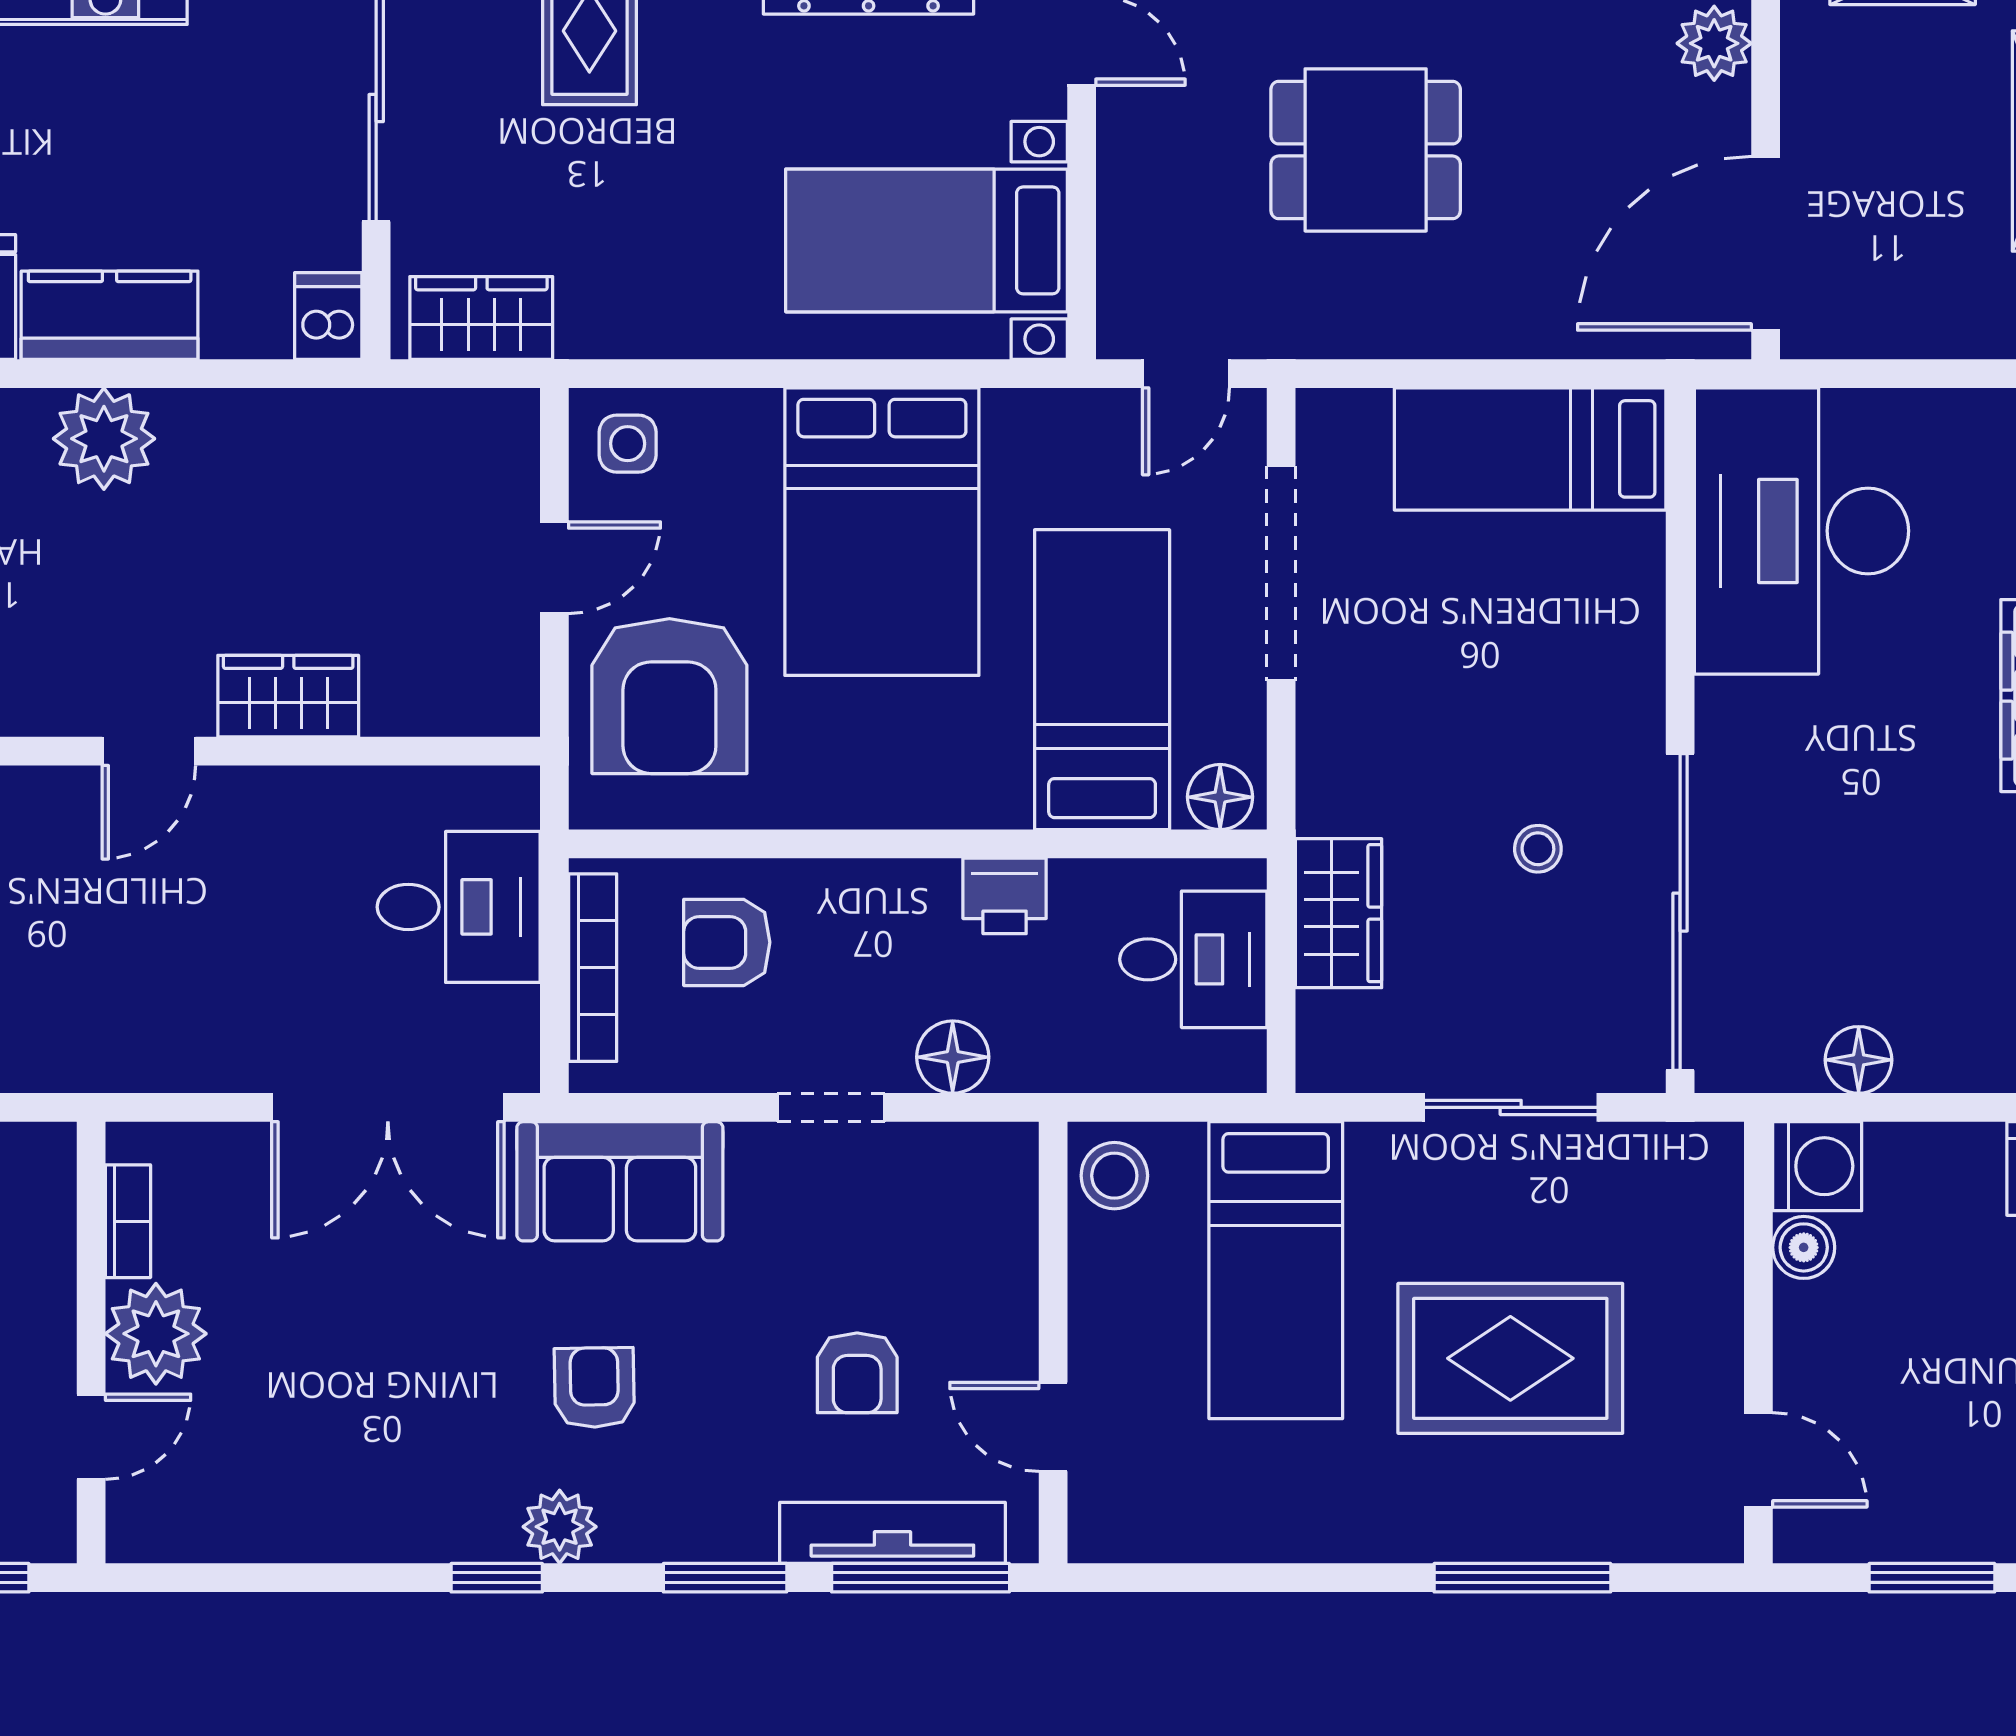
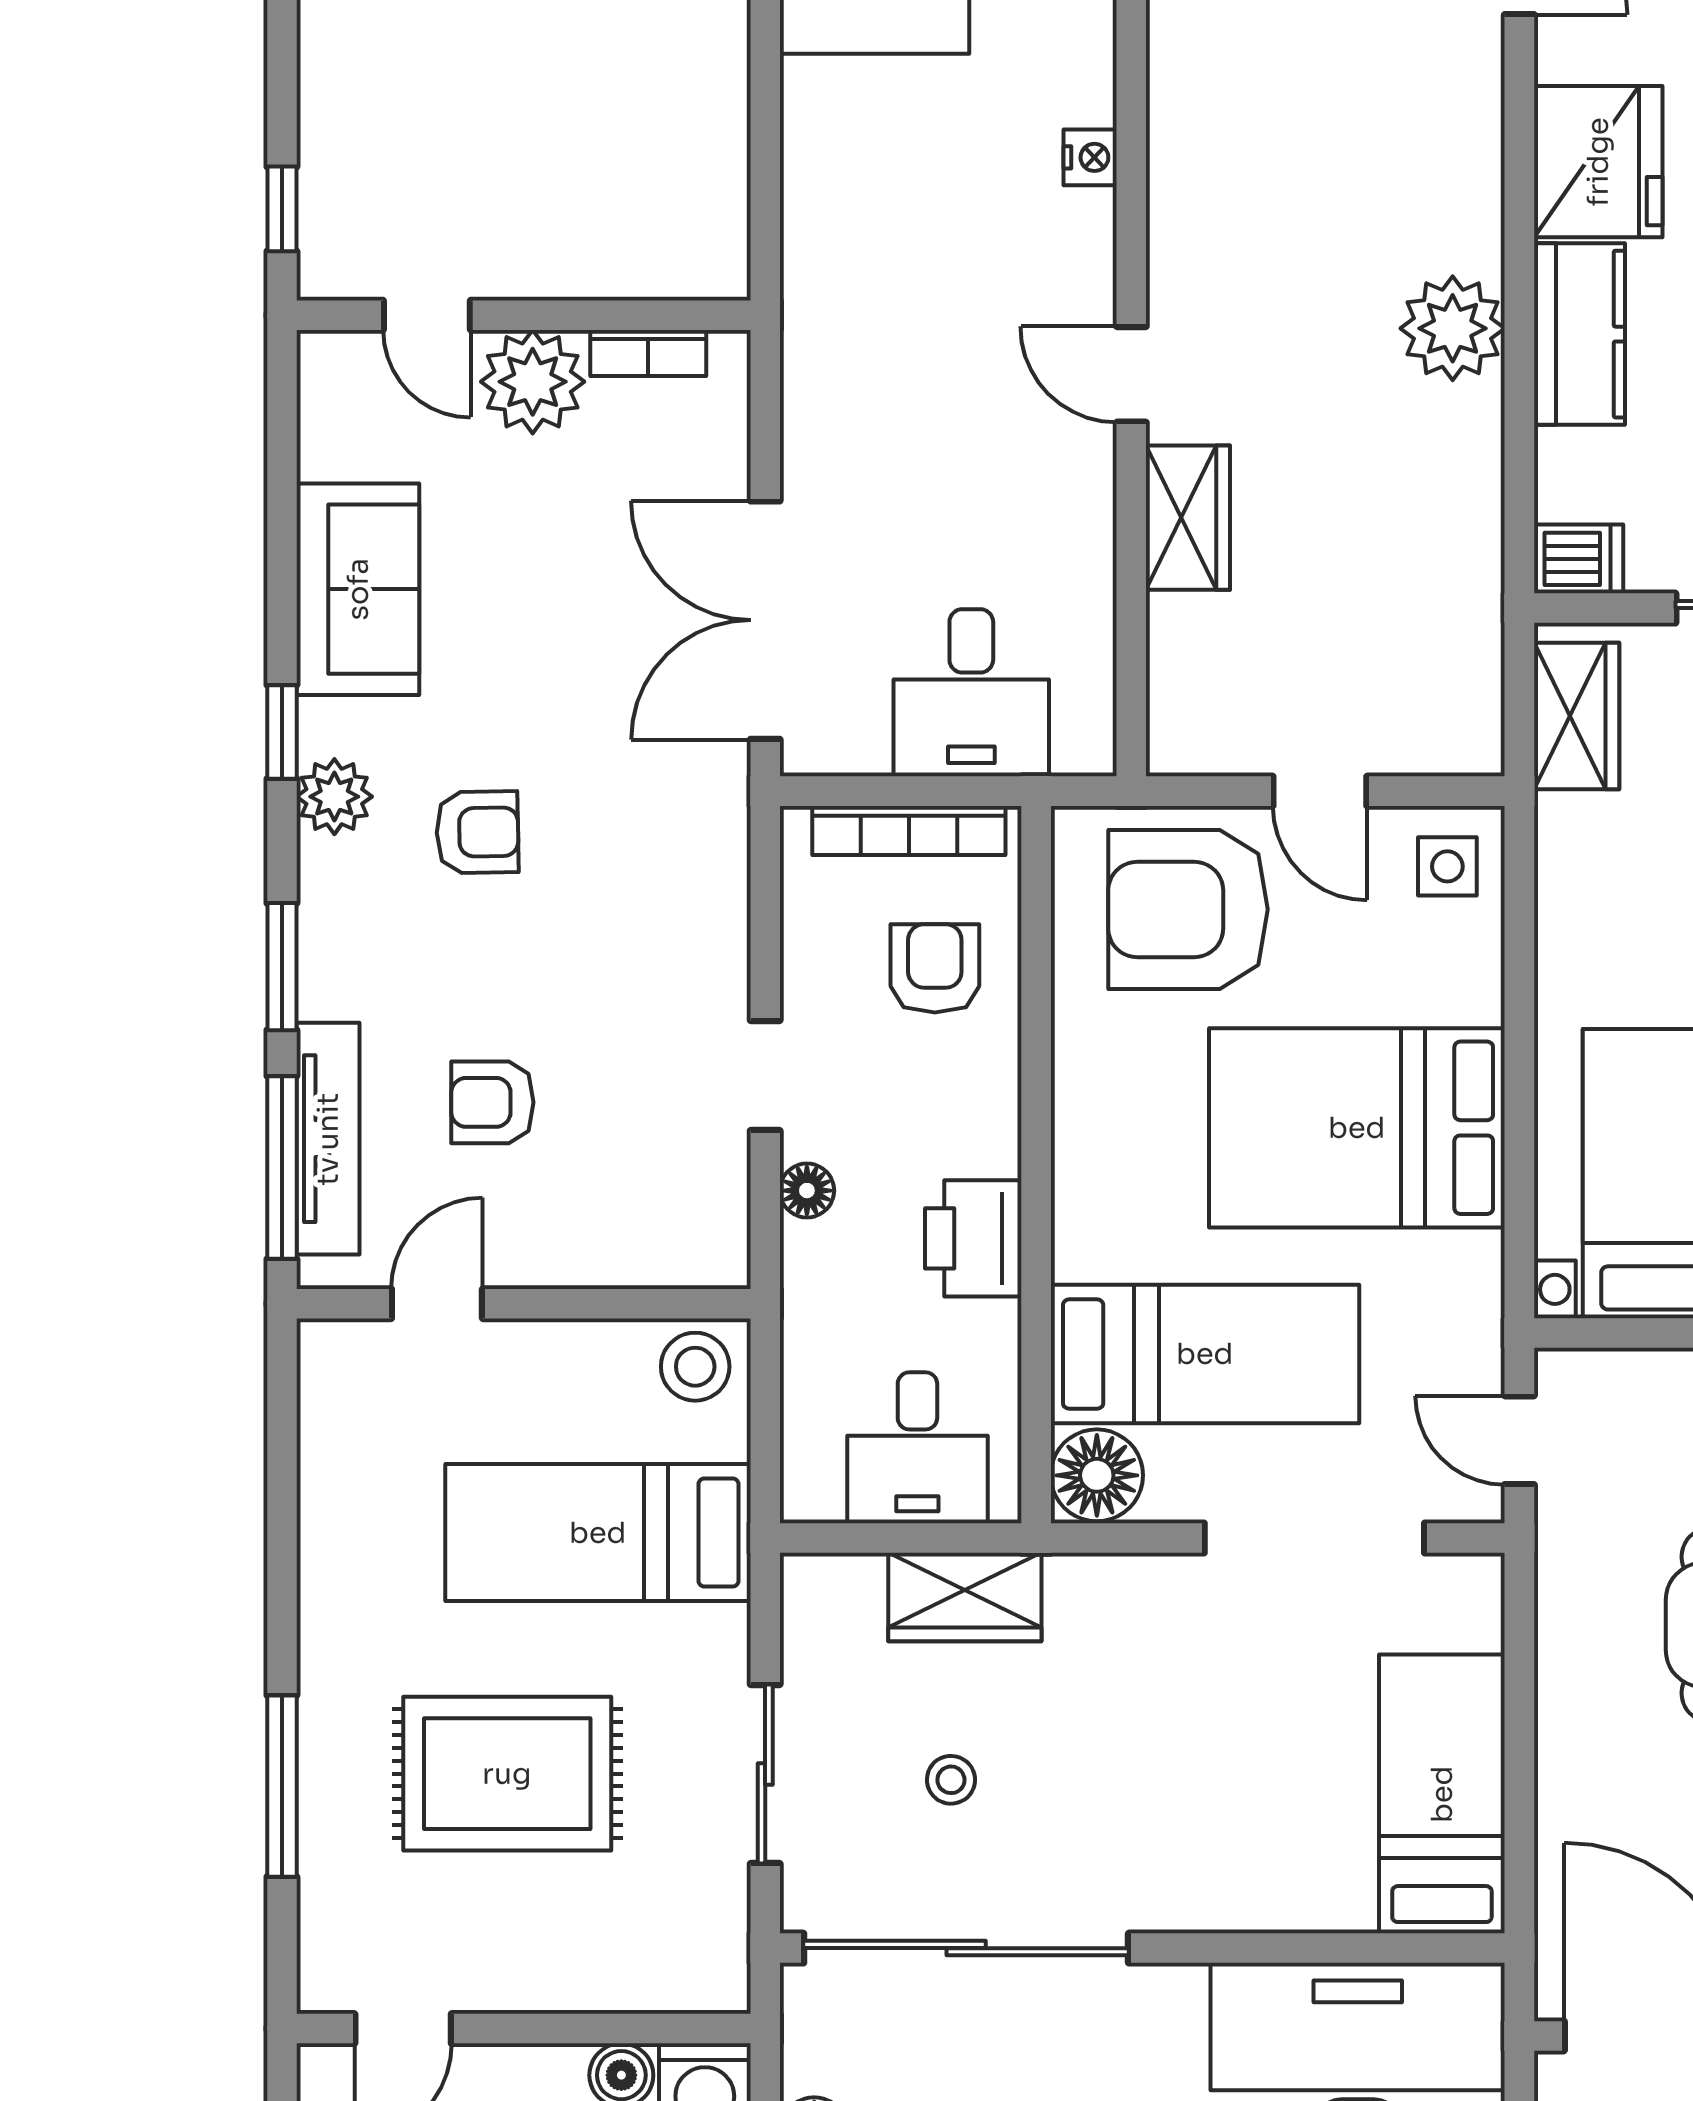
floor lamp: (1220, 797) -> (1097, 1475), width x1.38, depth x1.38
stool: (1538, 849) -> (951, 1780), moved
printer: (1005, 896) -> (973, 1238), width x1.36, depth x1.24
floor lamp: (953, 1057) -> (807, 1191), width x0.73, depth x0.73
sofa: (620, 1181) -> (358, 589), moved, turned 180
rug: (1510, 1358) -> (507, 1774), turned 90

